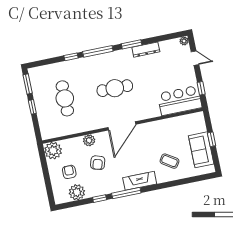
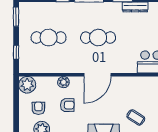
cafe table: (65, 98) -> (49, 38), turned 90
window: (32, 107) -> (16, 52), moved
armchair: (98, 163) -> (67, 105), turned -107

